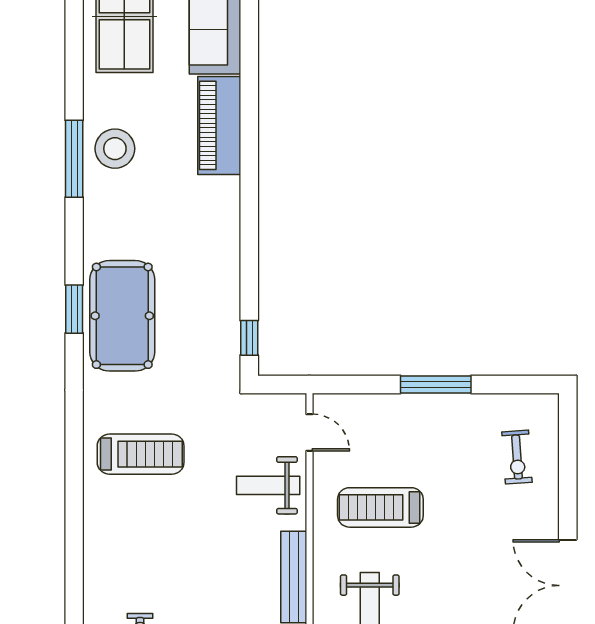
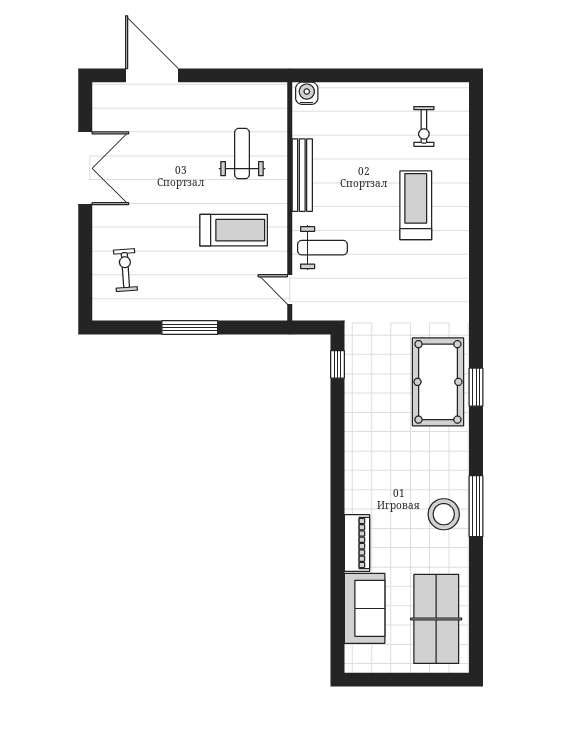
piano: (219, 125) -> (357, 543), width x0.73, depth x0.75
treadmill: (141, 454) -> (416, 205), moved, turned 90

